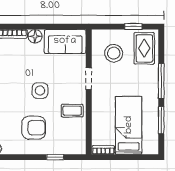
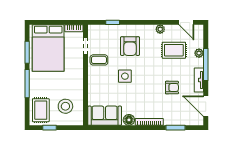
doorway: (89, 79) -> (86, 46), moved
bed: (129, 125) -> (48, 48), width x1.50
armchair: (34, 128) -> (130, 46), turned -90

